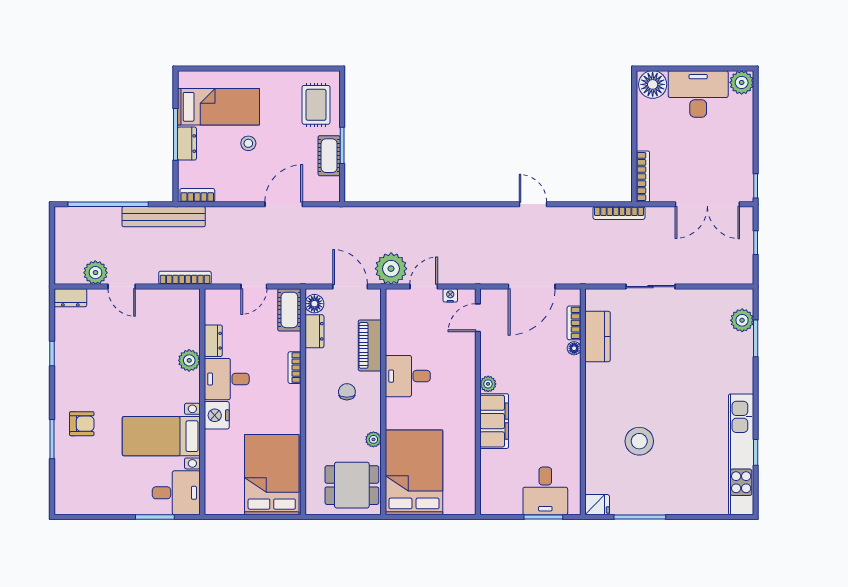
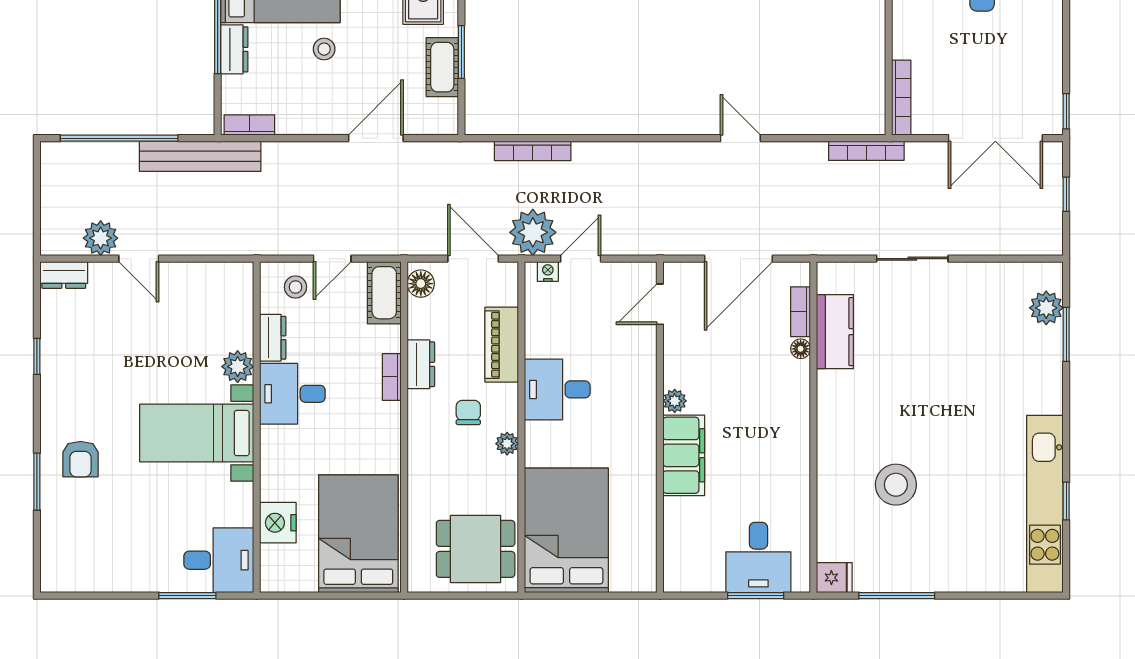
bookcase: (185, 278) -> (533, 151), moved, turned 180
nightstand: (450, 295) -> (548, 271), moved
stool: (229, 306) -> (295, 287), added
dresser: (314, 331) -> (421, 364), moved
nightstand: (217, 415) -> (278, 523), moved
armchair: (82, 424) -> (80, 459), turned 90
bed with nightstands: (161, 436) -> (197, 433), moved
plant: (373, 439) -> (507, 444), moved

